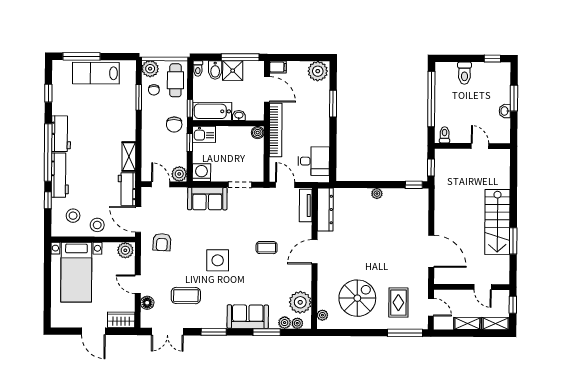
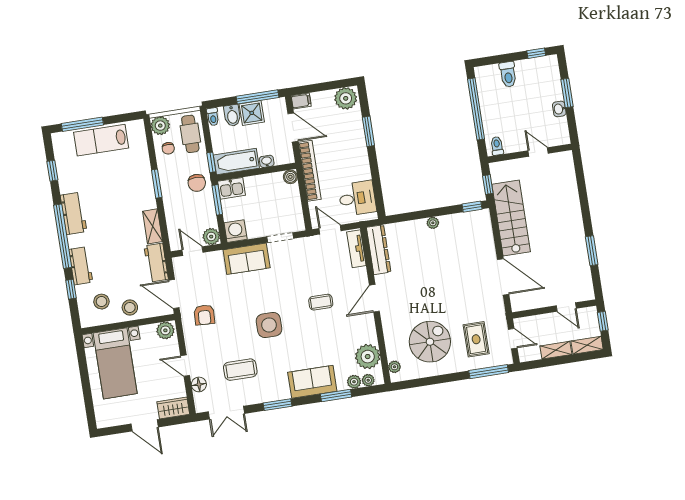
window: (139, 97) -> (157, 184), moved
window: (190, 143) -> (217, 200), width x1.50
workbench: (60, 175) -> (81, 266), width x0.73
stairs: (497, 222) -> (511, 218), moved, turned 180

